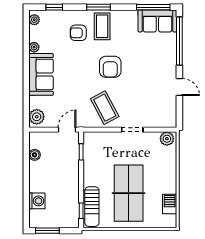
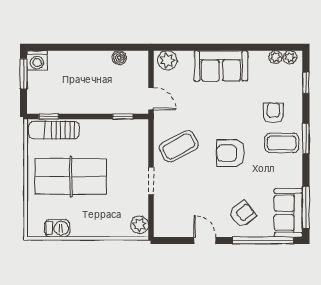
plant: (34, 47) -> (275, 57), moved
armchair: (158, 57) -> (243, 214), added
door: (179, 87) -> (205, 241), swing flipped
washing machine: (37, 201) -> (37, 61), moved

